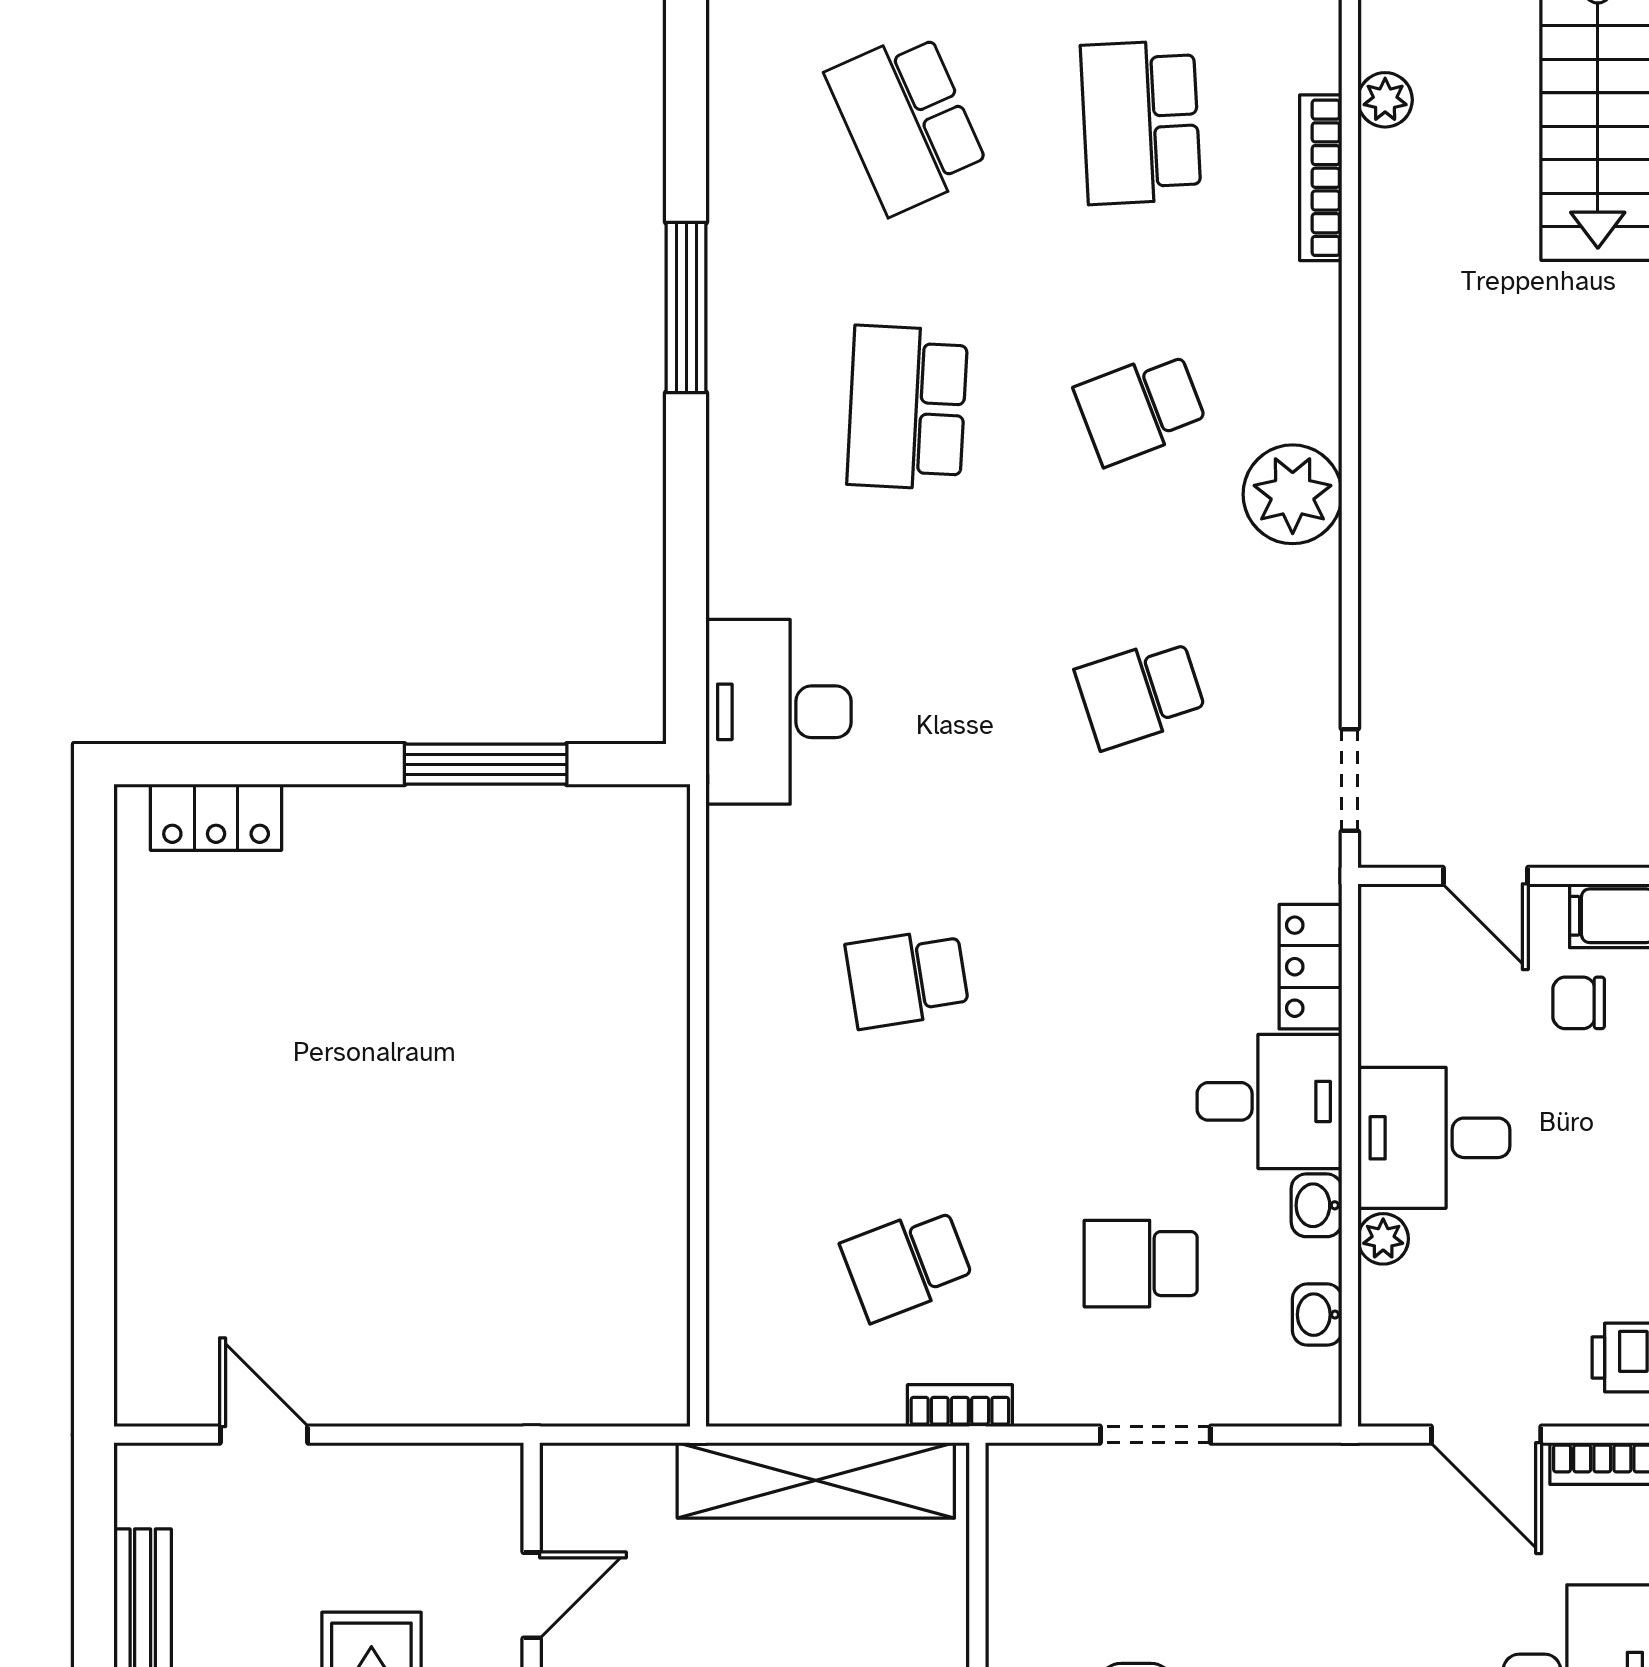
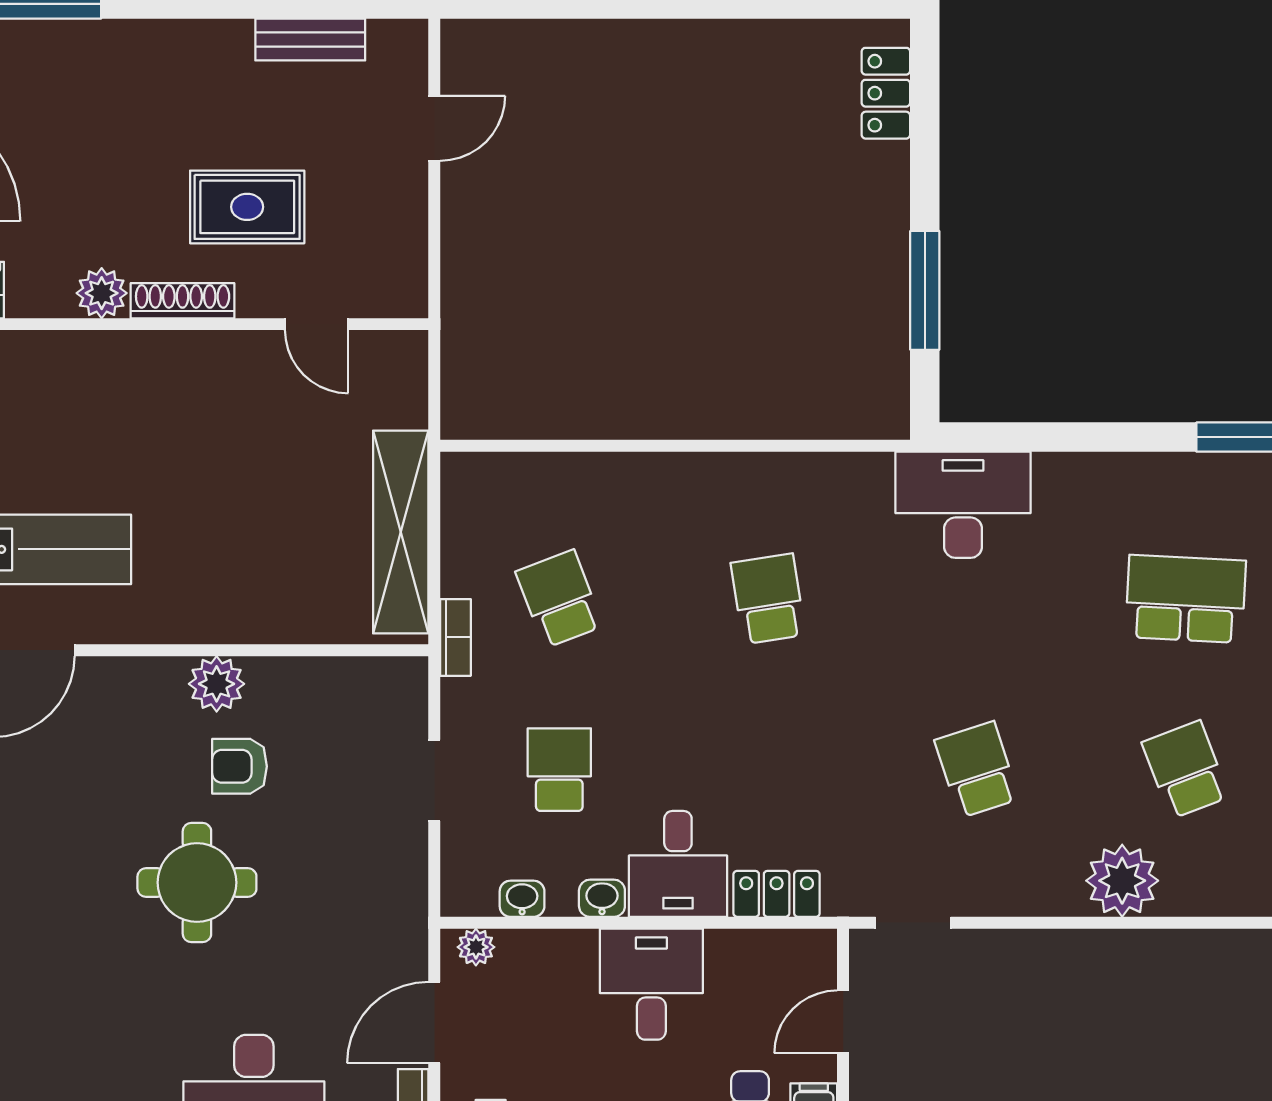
plant: (1383, 1239) -> (476, 947), moved

